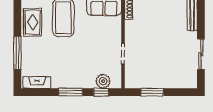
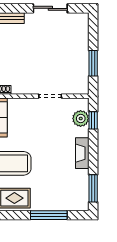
fireplace: (37, 82) -> (82, 153), moved
window: (71, 92) -> (93, 188), moved

